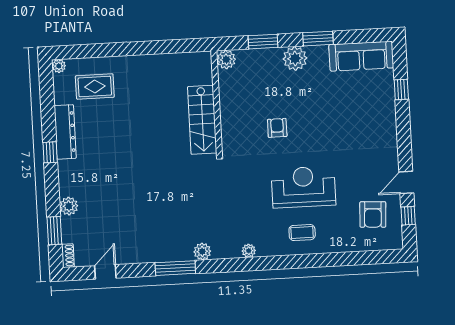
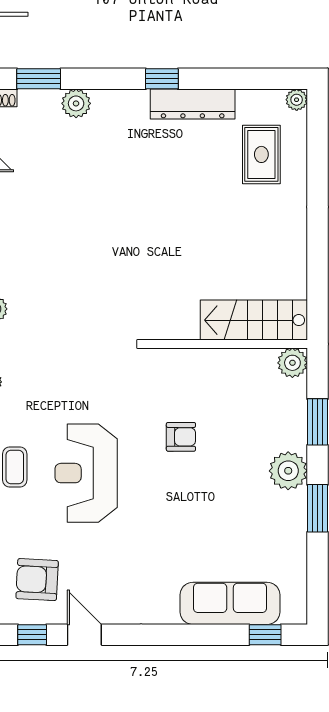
sofa: (361, 56) -> (230, 603), moved, turned 90
window: (401, 90) -> (265, 635), moved
stairs: (202, 120) -> (254, 320), moved
reception desk: (303, 187) -> (86, 473), turned 180

